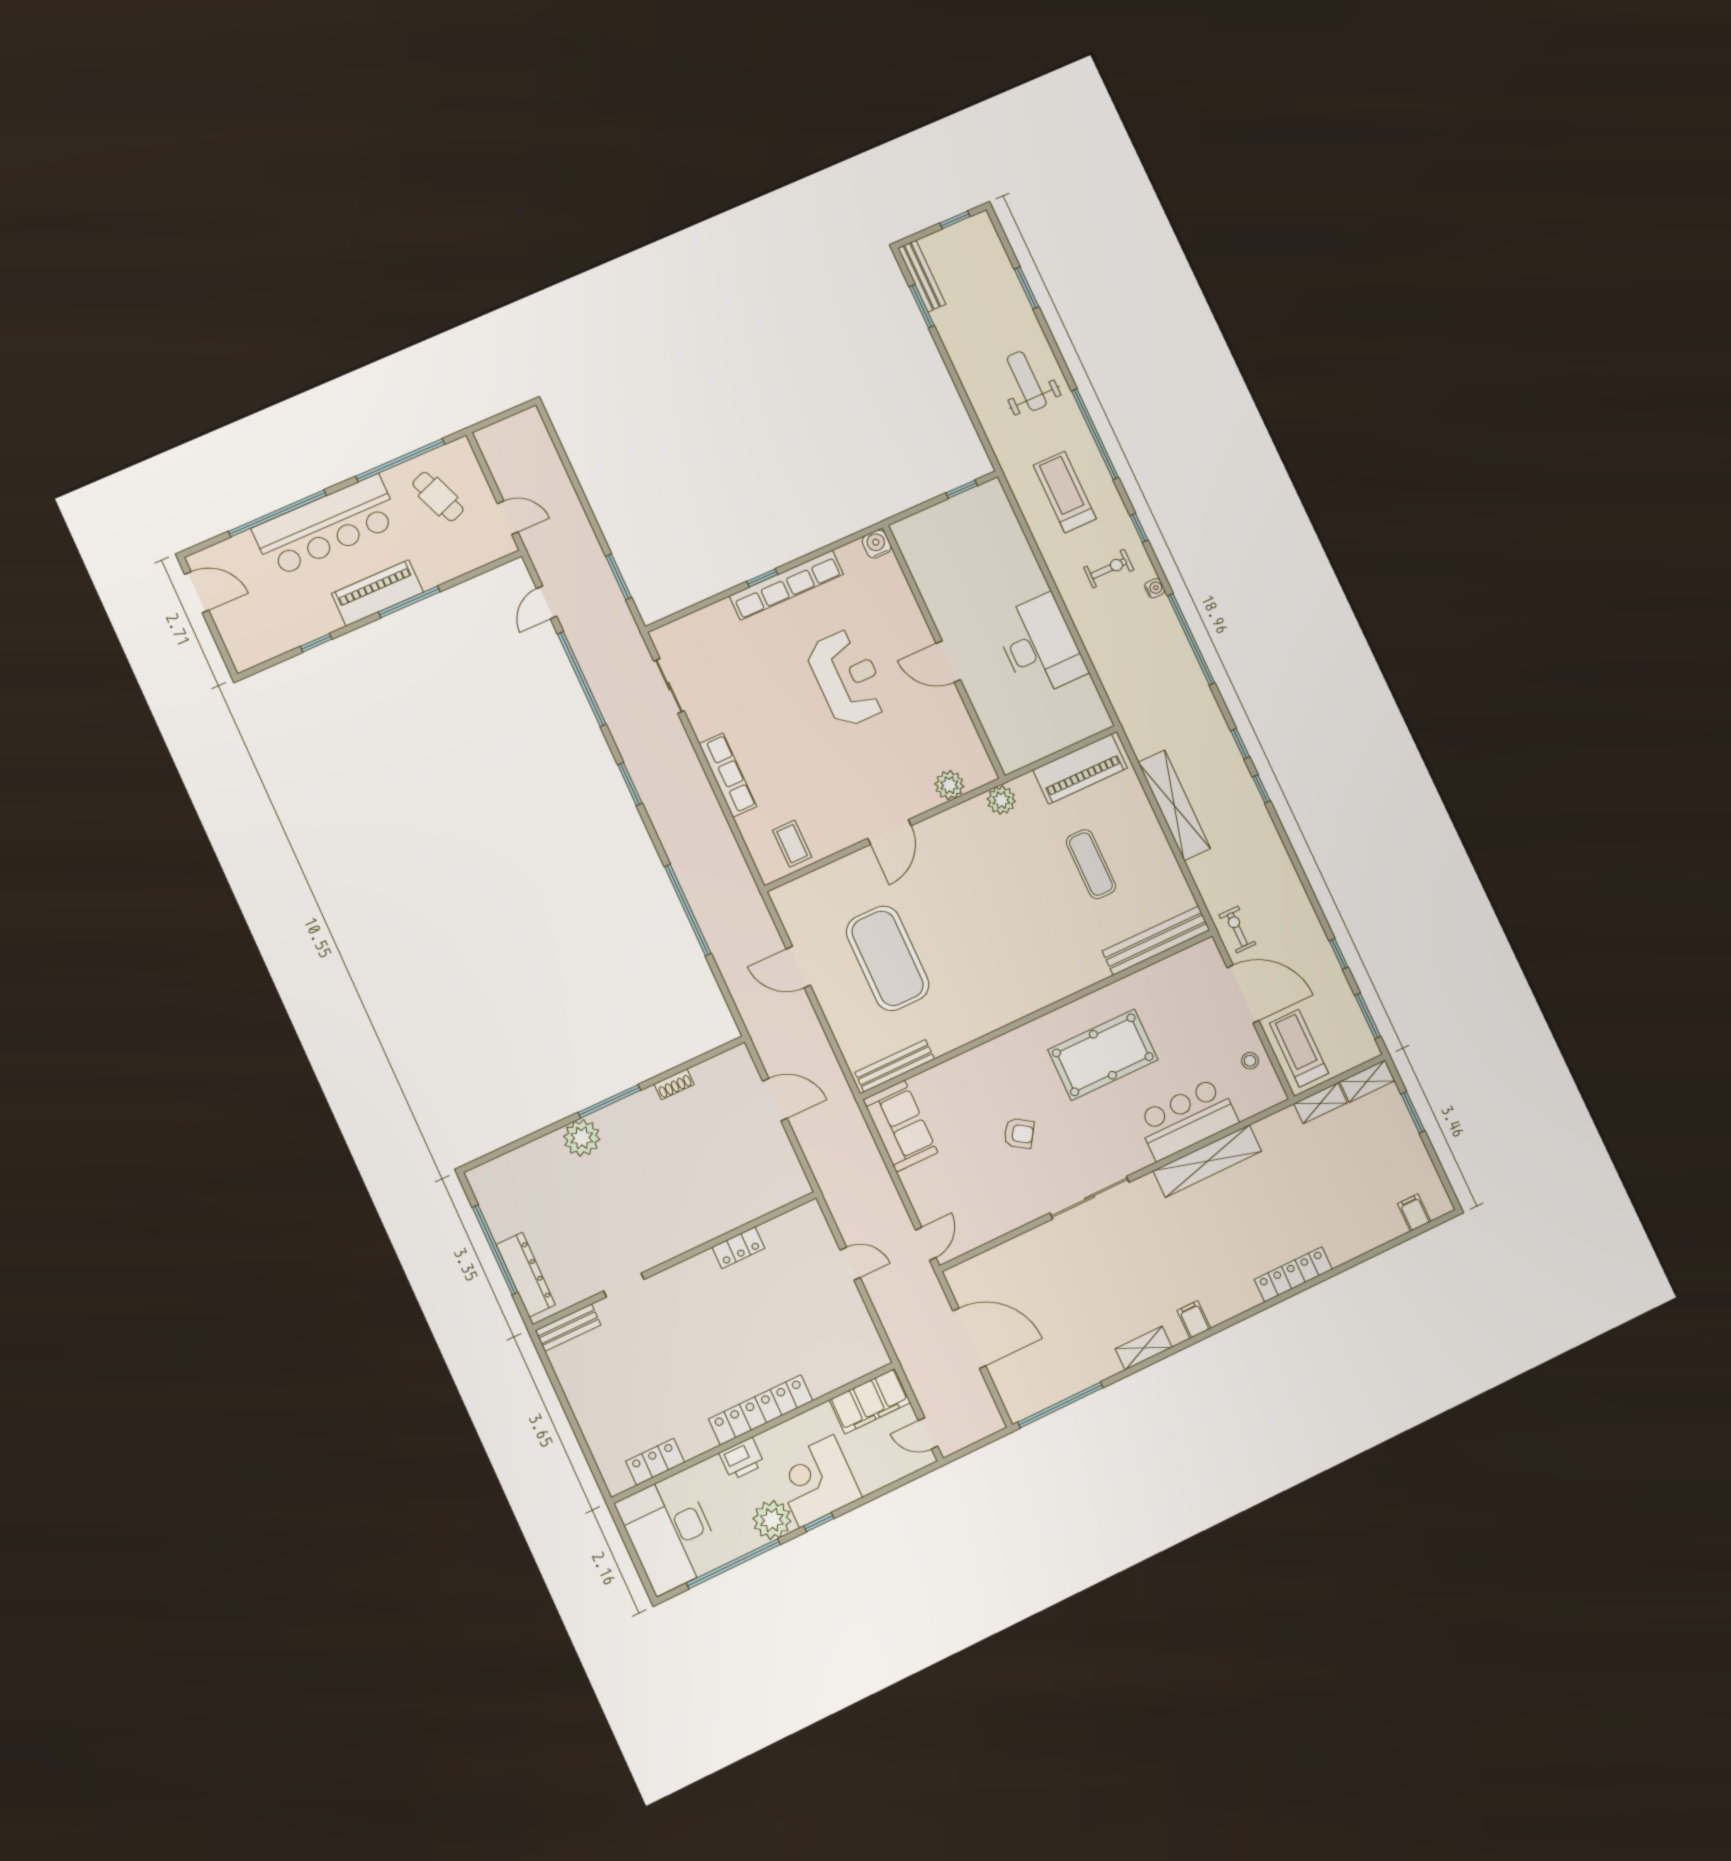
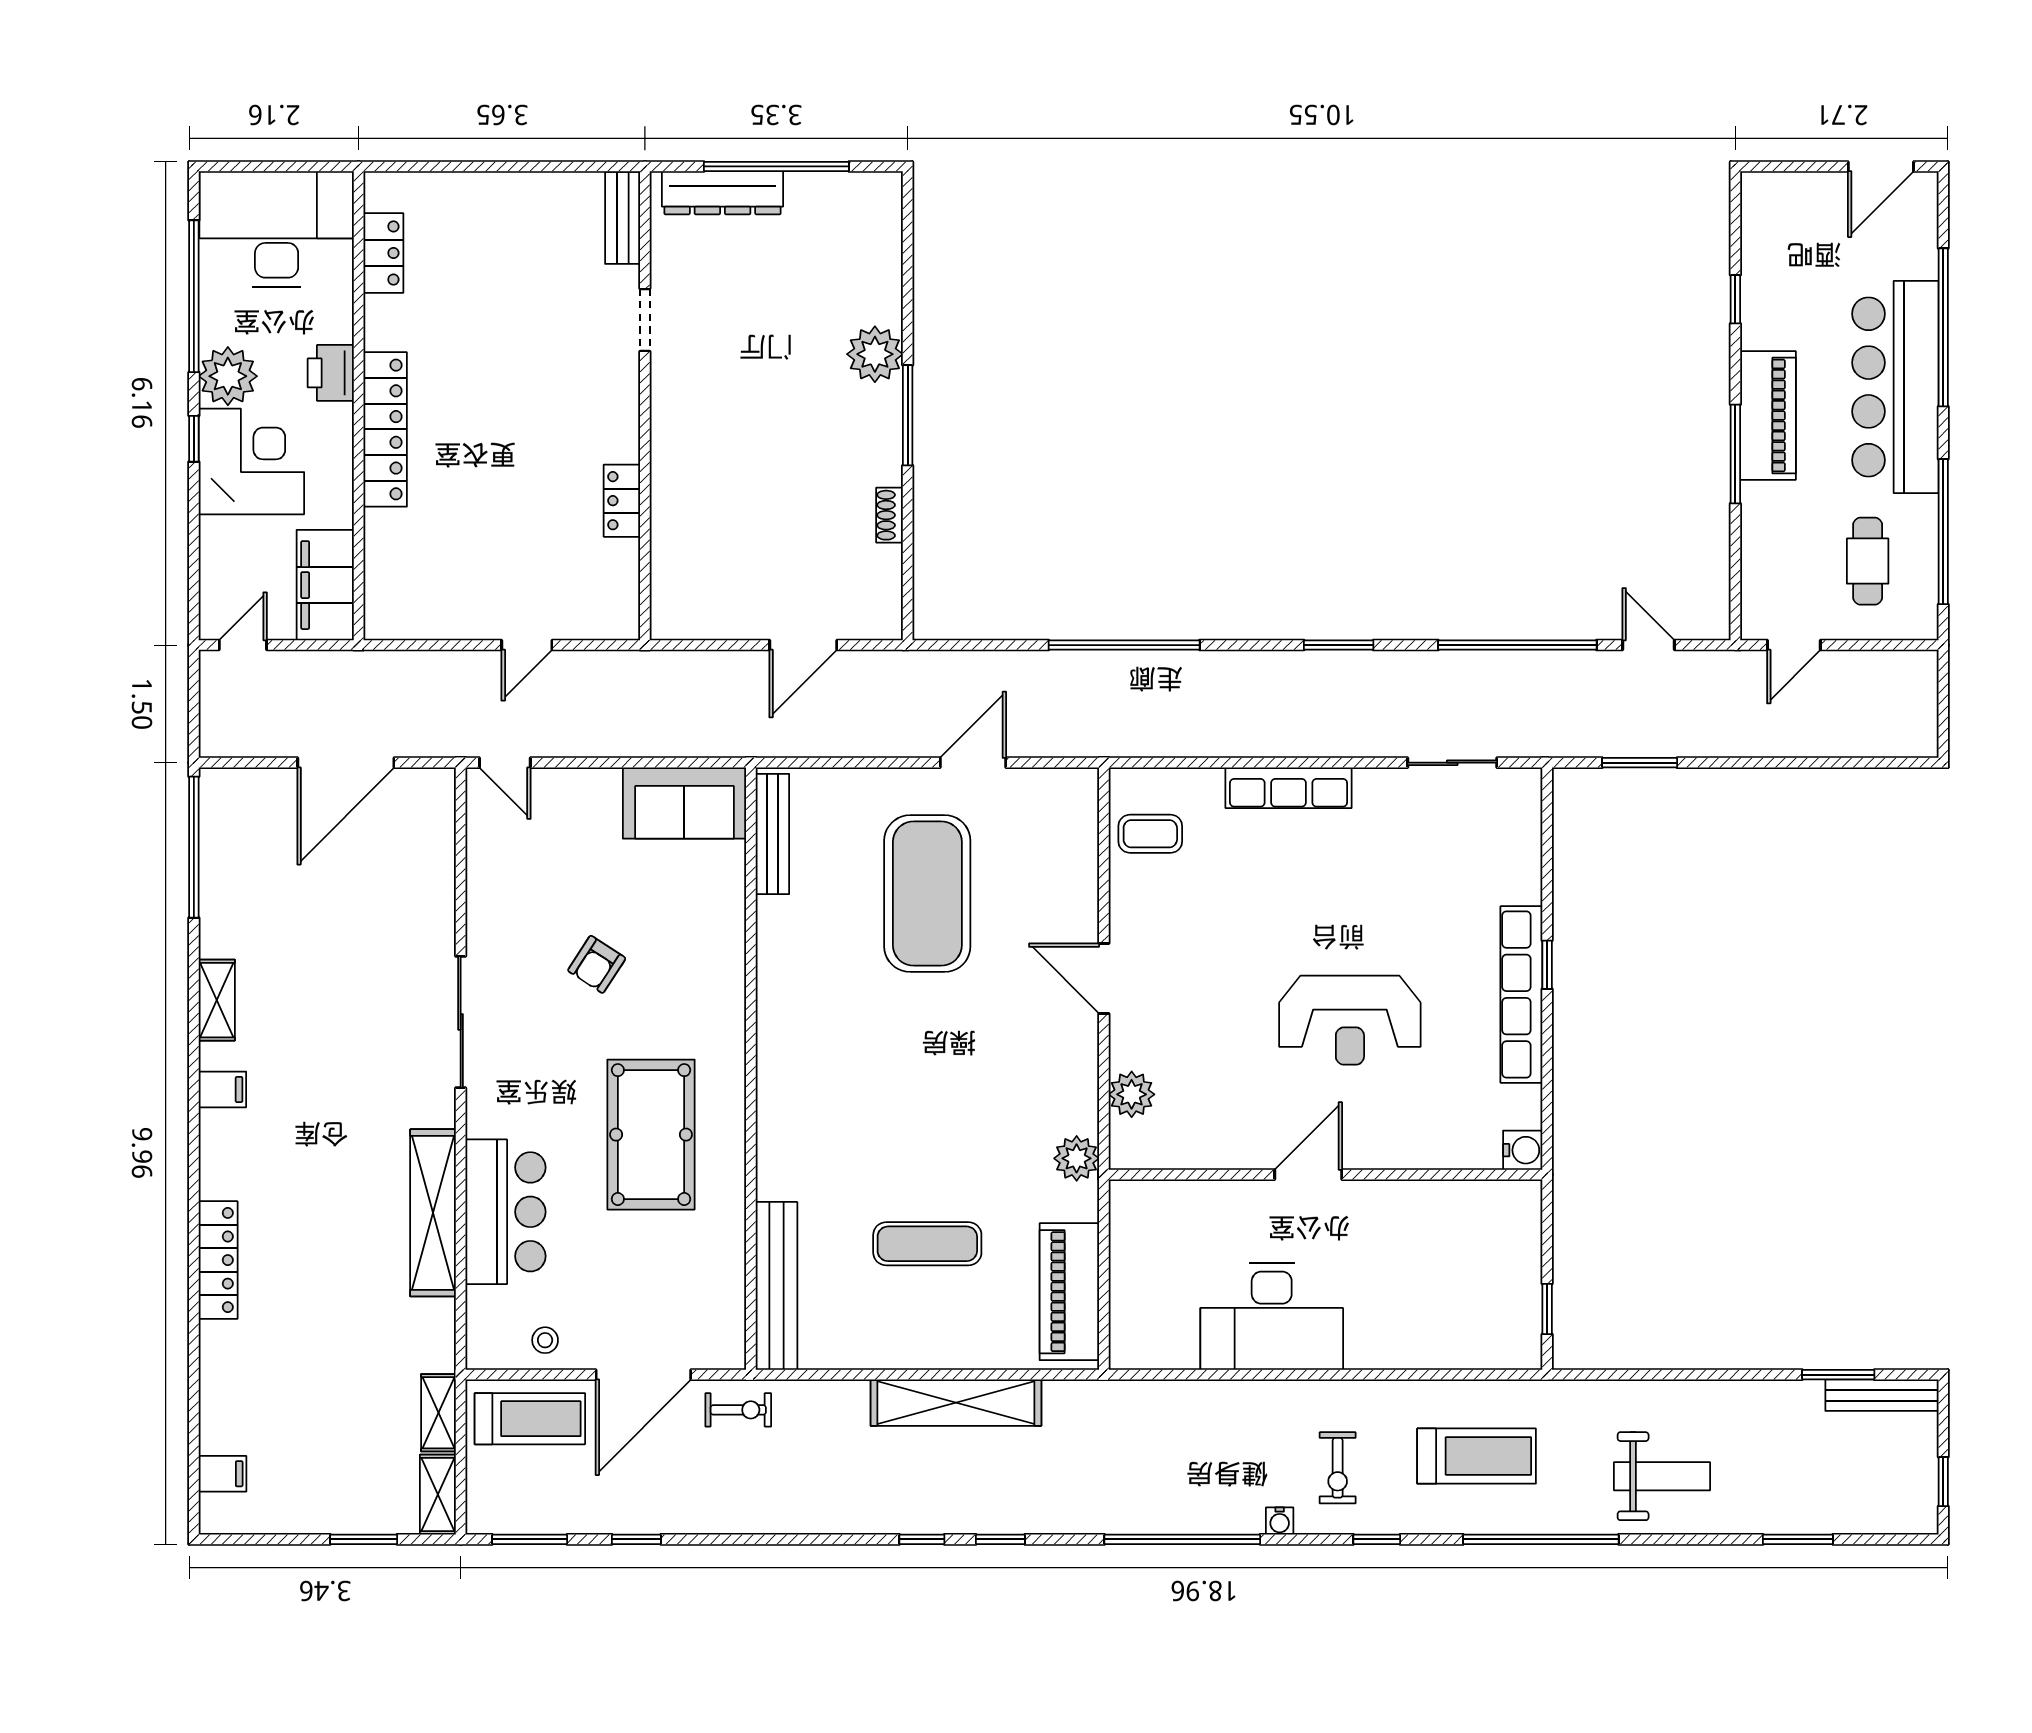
cafe table: (438, 497) -> (1868, 561), turned -69
exercise mat: (888, 958) -> (927, 894), turned 90

